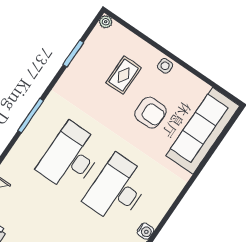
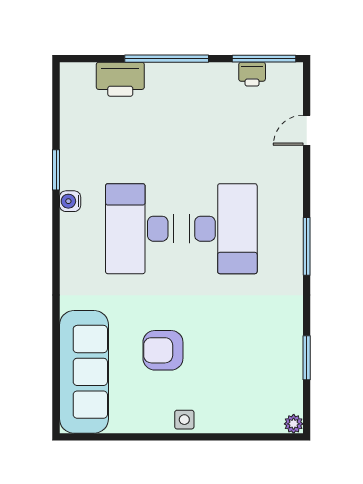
rug: (124, 75) -> (227, 373), removed
desk: (117, 189) -> (139, 229), turned 180

